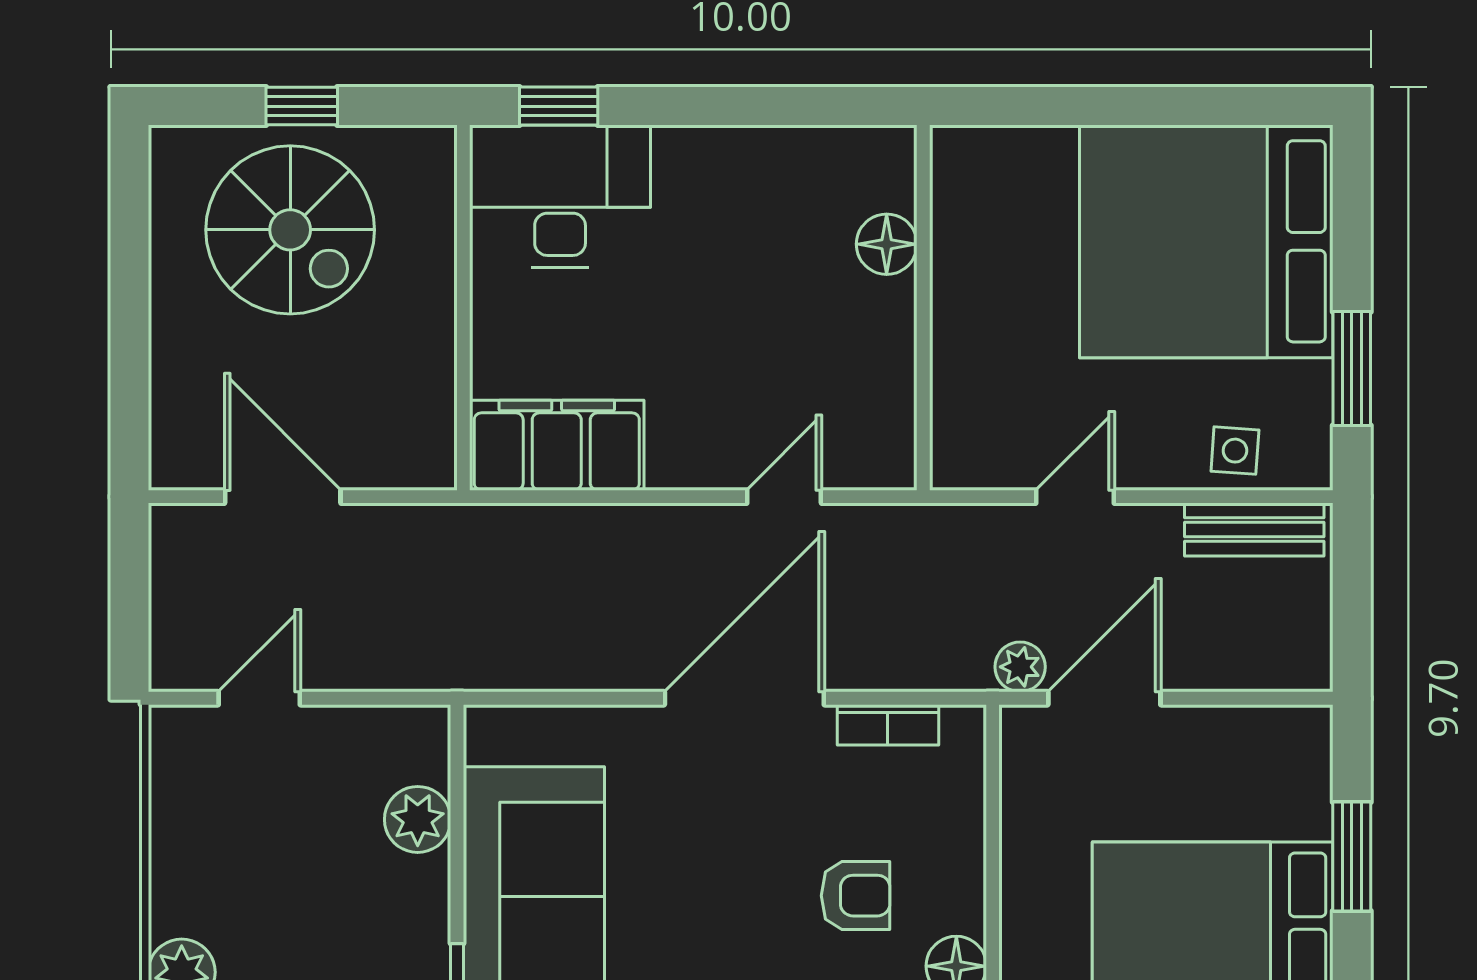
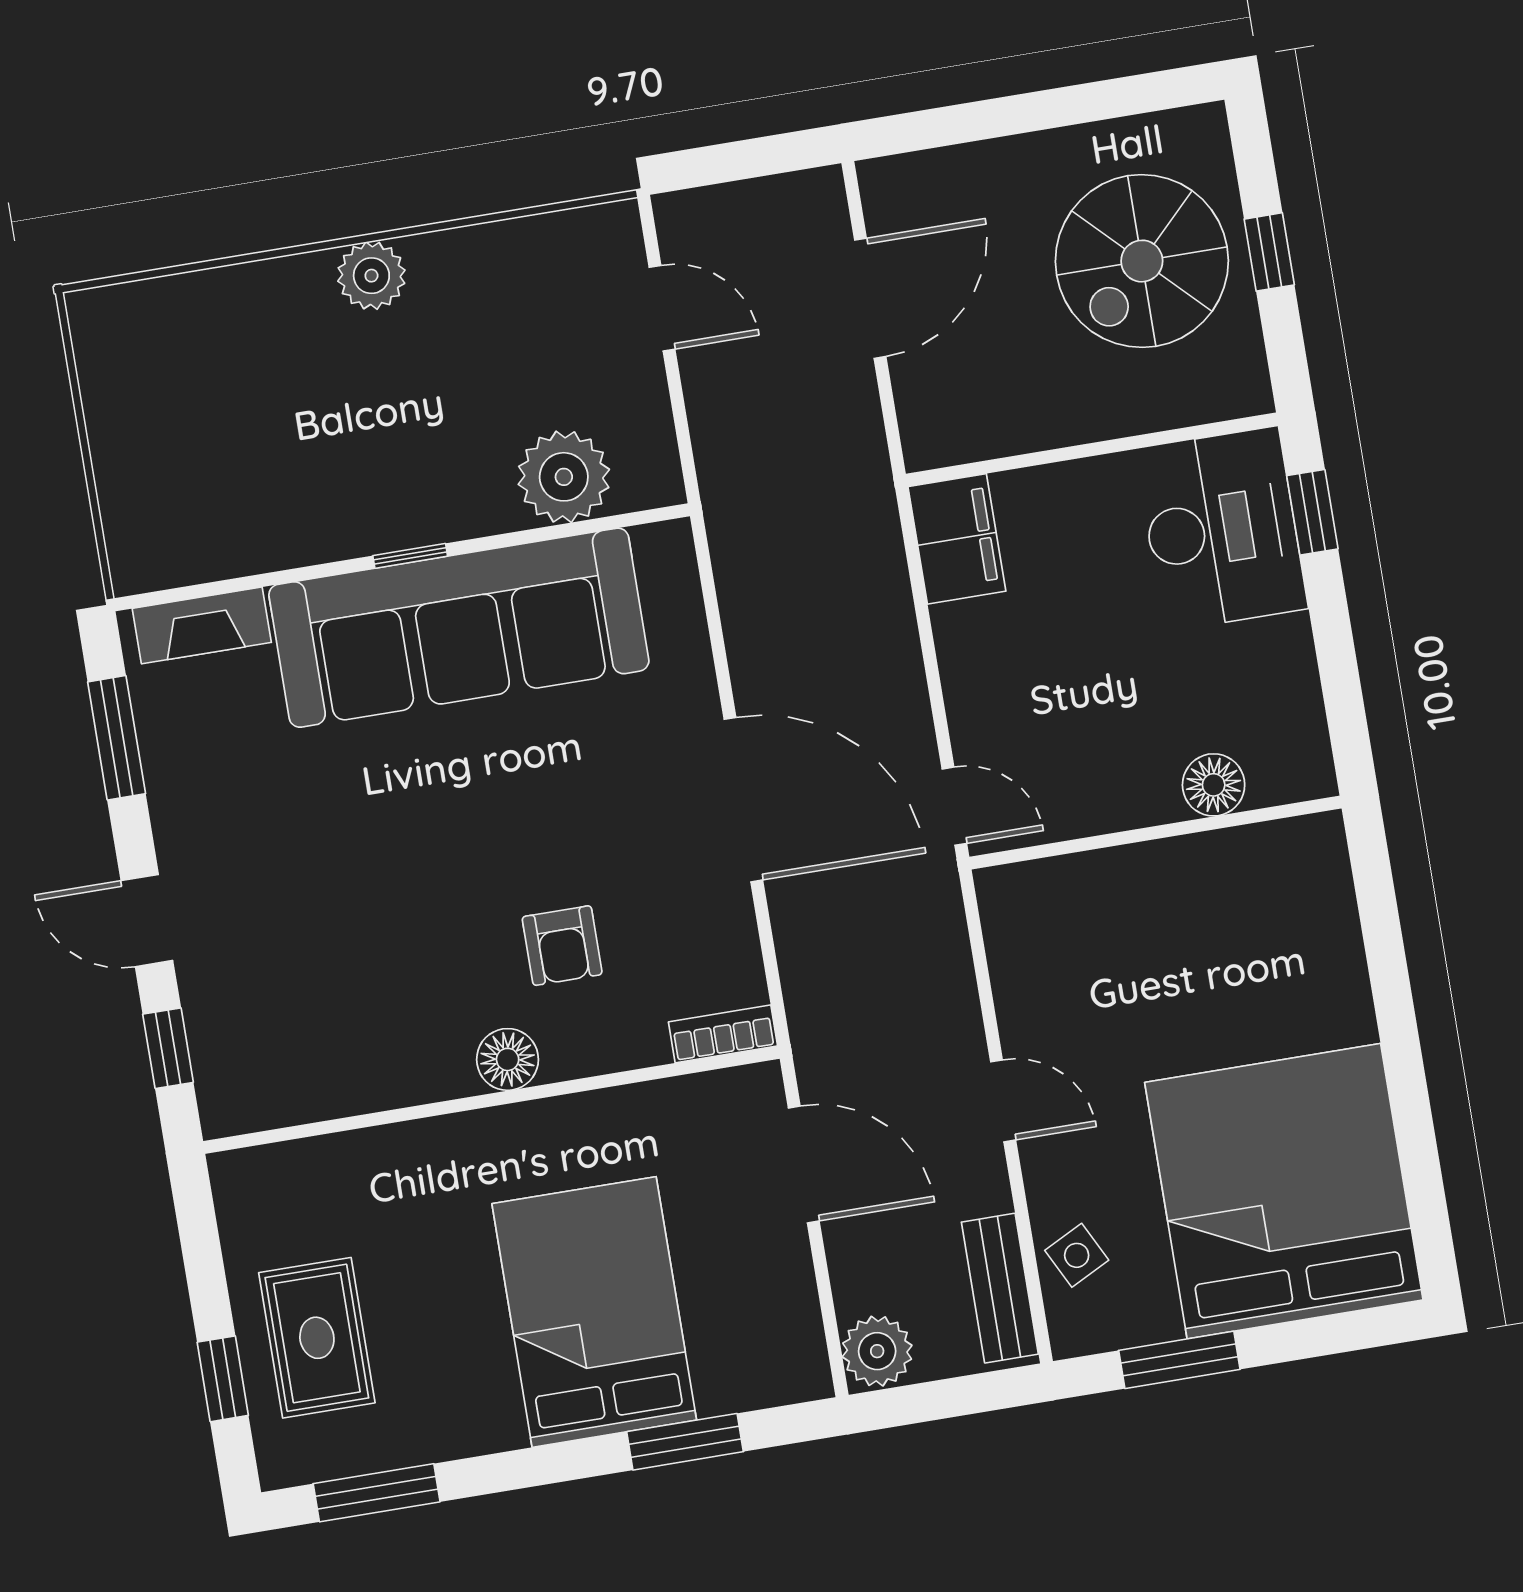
floor lamp: (887, 244) -> (1214, 785), moved
wall: (923, 308) -> (1155, 833), moved
filing cabinet: (557, 445) -> (957, 539), width x0.67, depth x0.86
side table: (1235, 451) -> (1077, 1255), turned -31
plant: (1020, 667) -> (877, 1351), moved, width x1.38, depth x1.38
bookcase: (888, 725) -> (723, 1034), moved, turned 90
plant: (418, 819) -> (564, 477), width x1.36, depth x1.36

